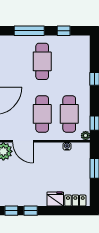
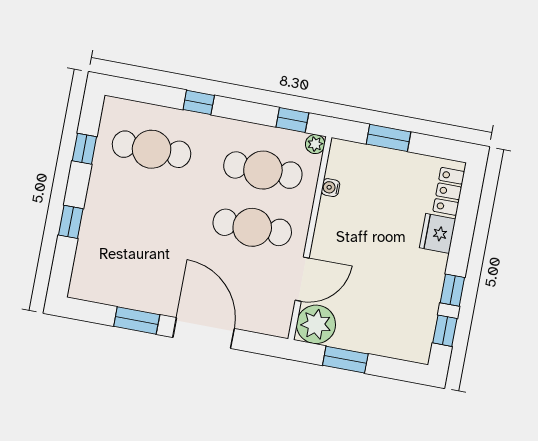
window: (29, 31) -> (71, 222), width x0.46
cafe table: (42, 61) -> (152, 149), moved

